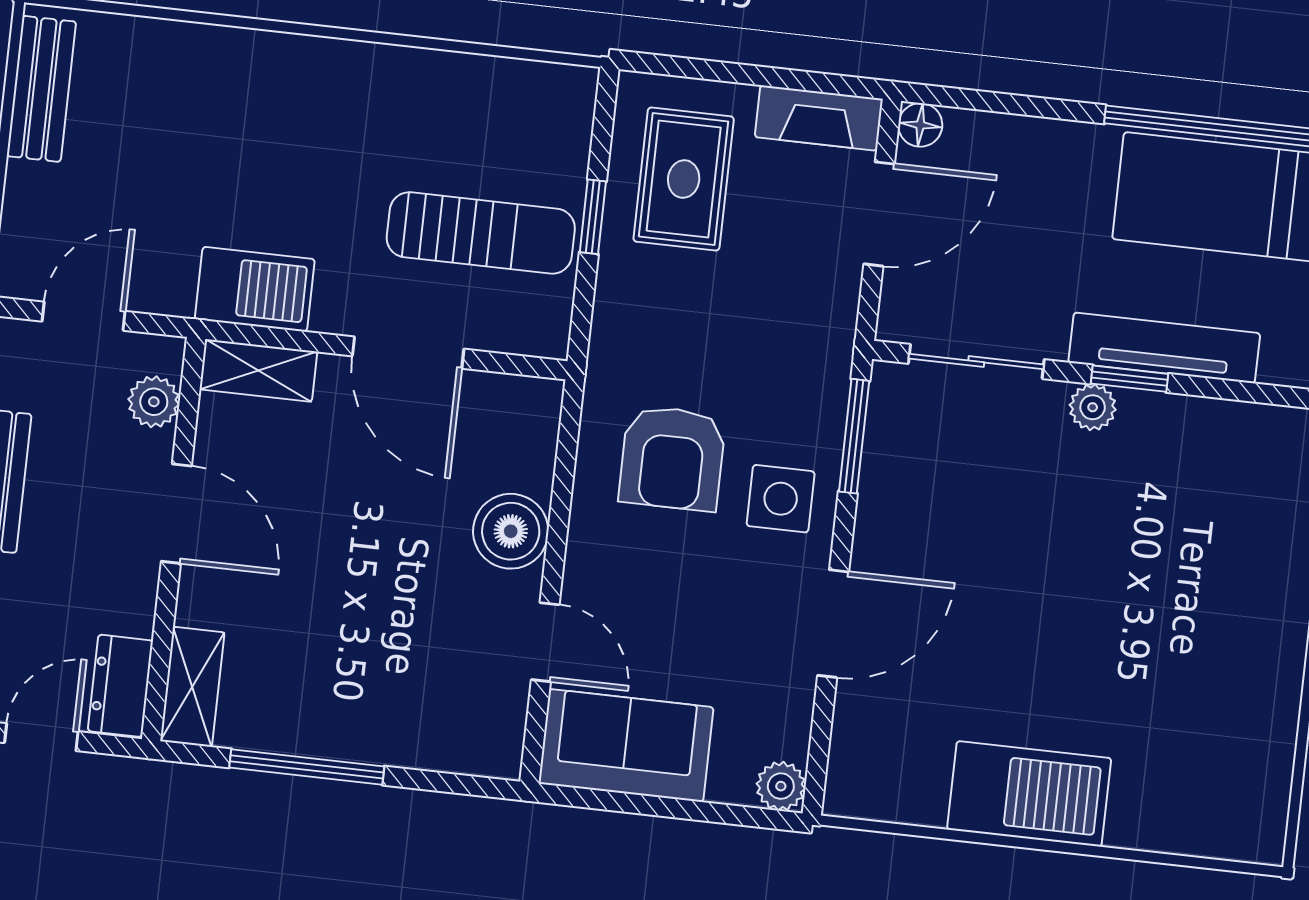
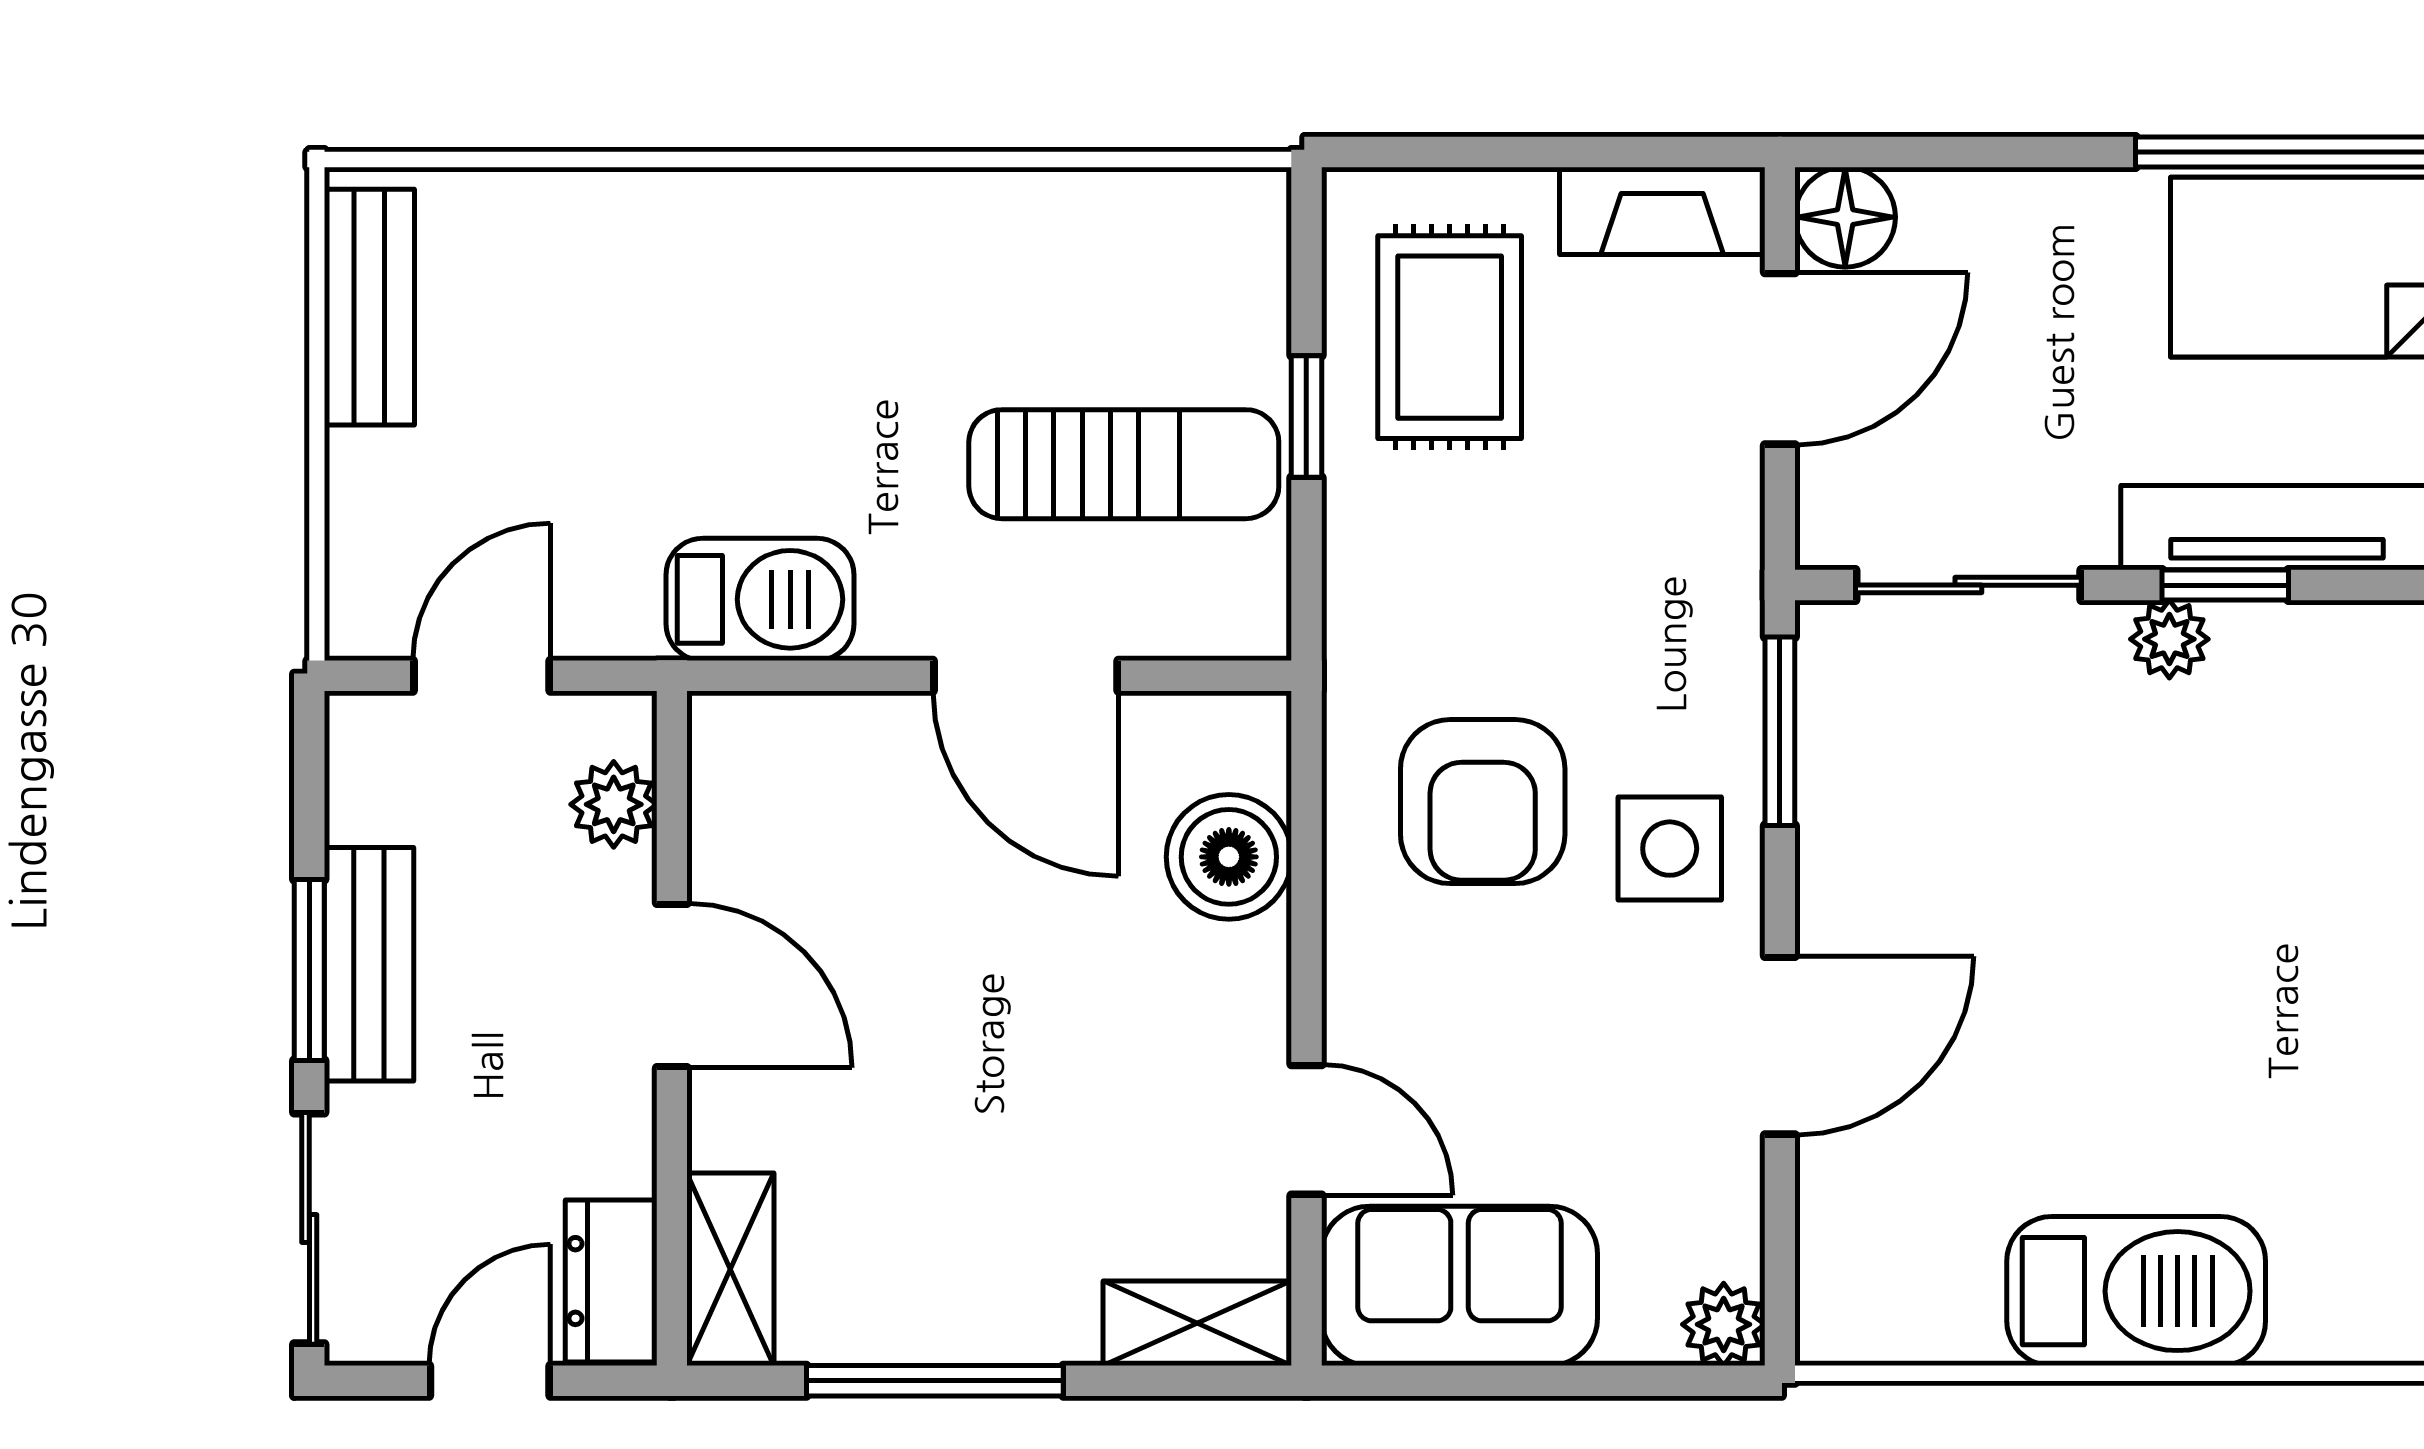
floor lamp: (920, 125) -> (1845, 217), width x1.37, depth x1.37
shelving: (258, 370) -> (1197, 1323), moved
boiler: (511, 531) -> (1229, 857), moved

